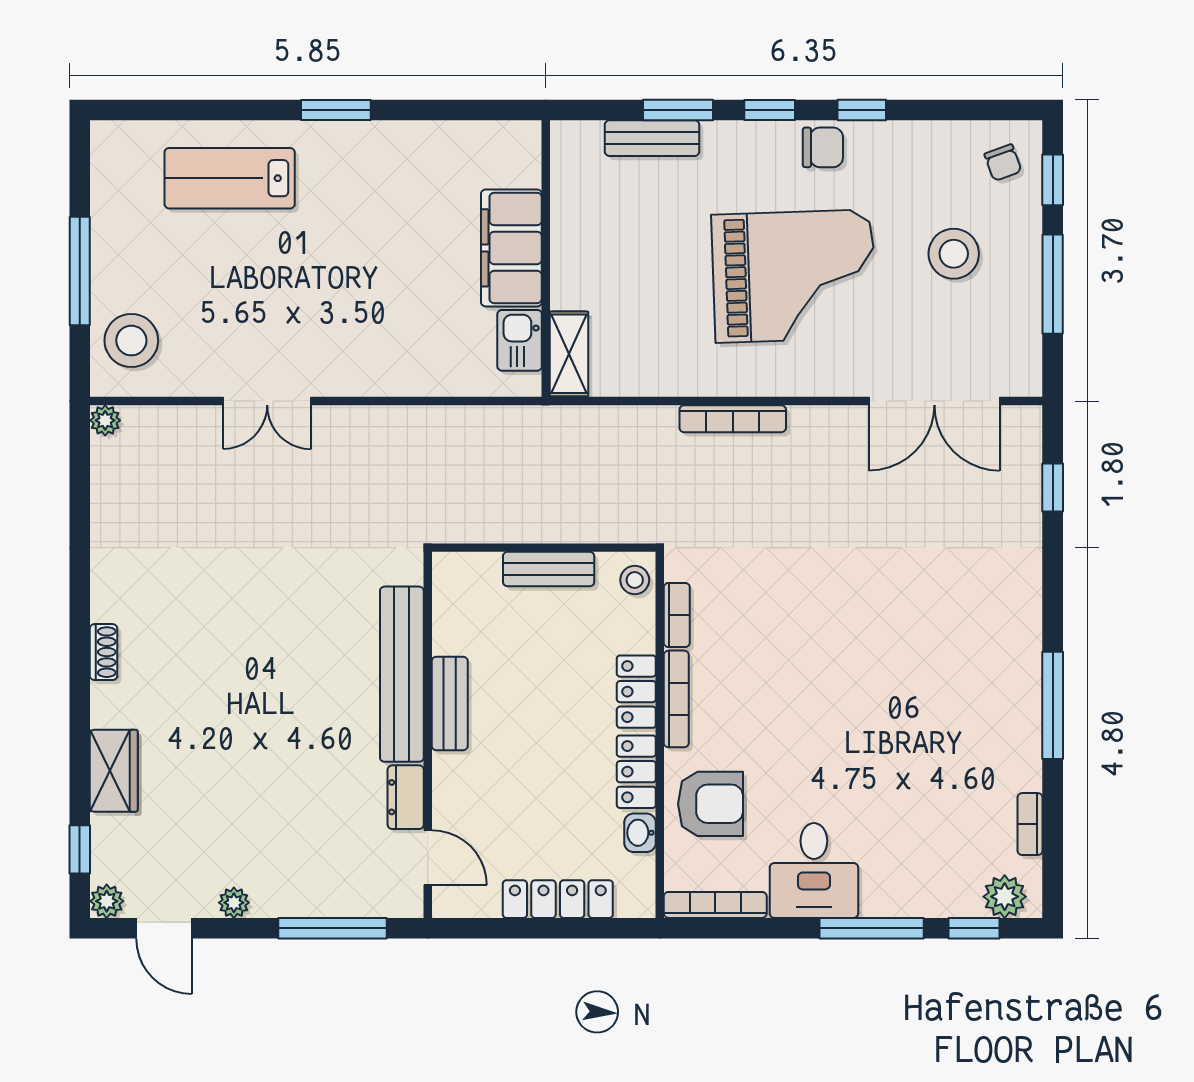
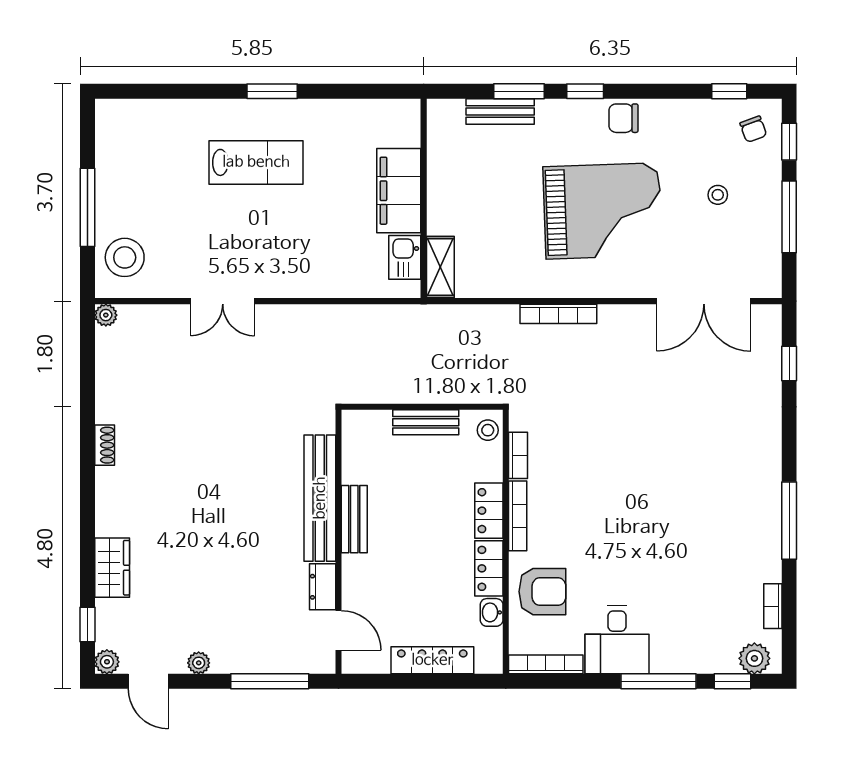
window: (862, 110) -> (729, 91), moved
chair: (823, 147) -> (623, 118), turned 180
lab bench: (230, 178) -> (256, 162), moved, turned 180
stool: (954, 254) -> (718, 195), width x0.53, depth x0.53
shoe rack: (104, 652) -> (105, 445), moved

